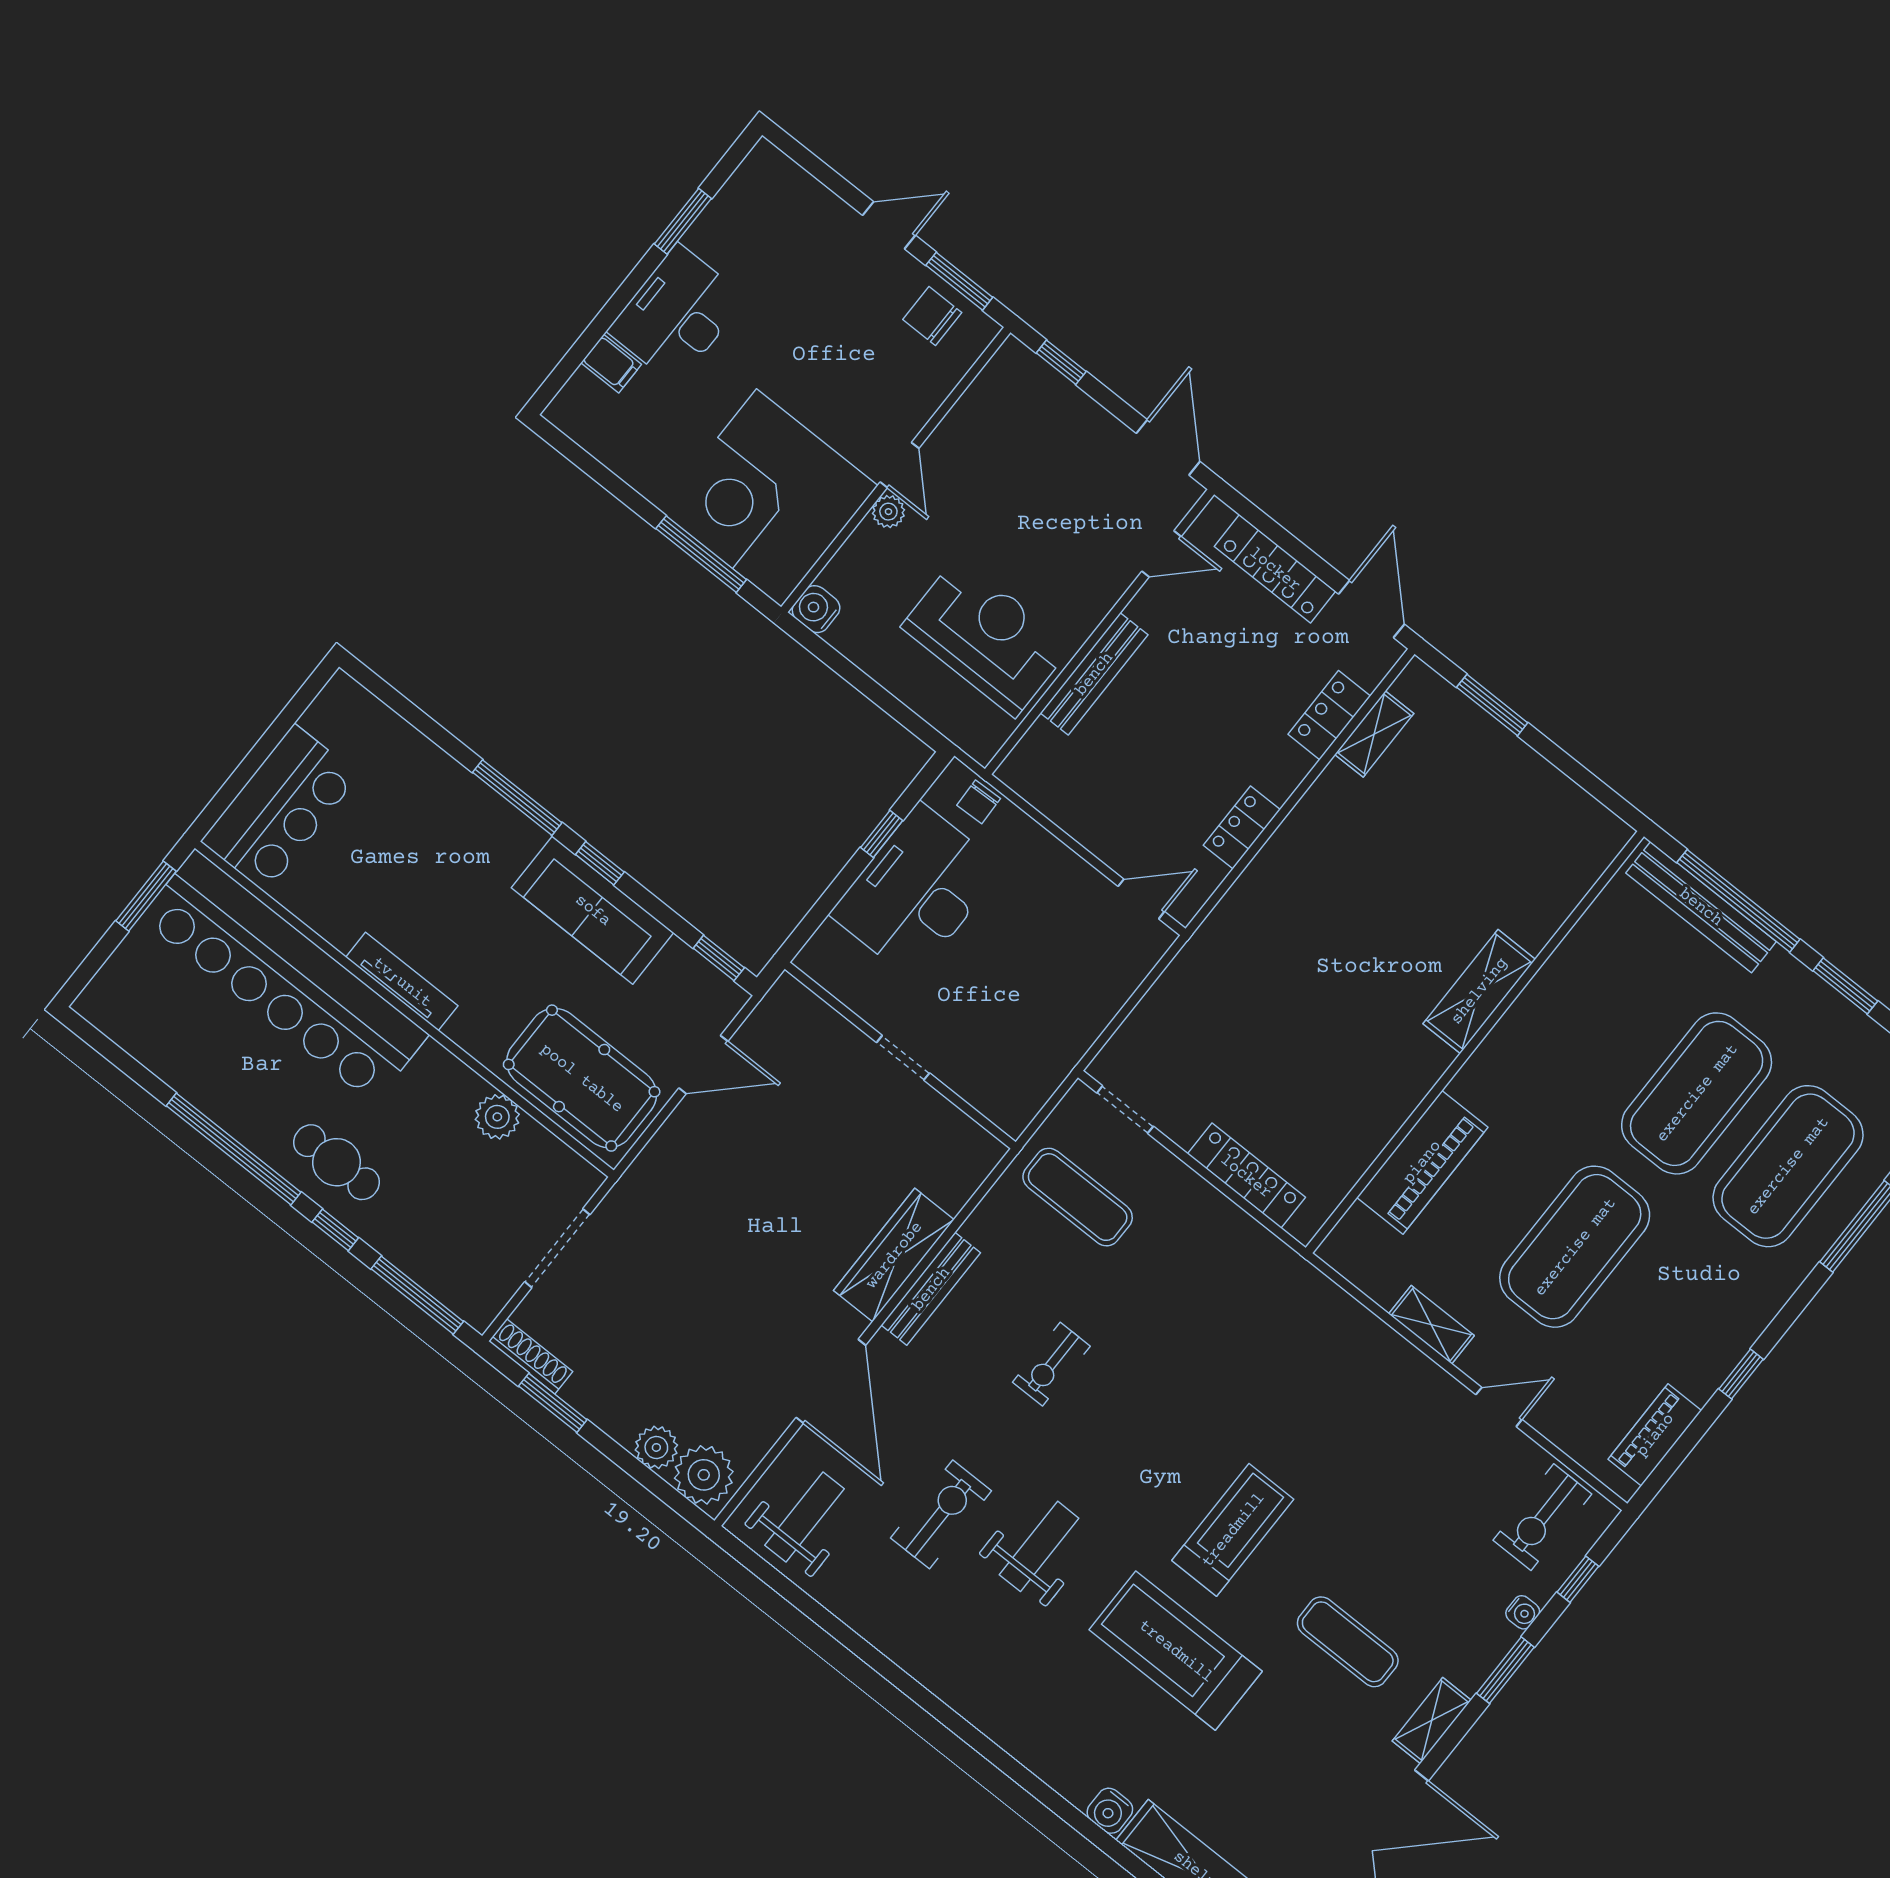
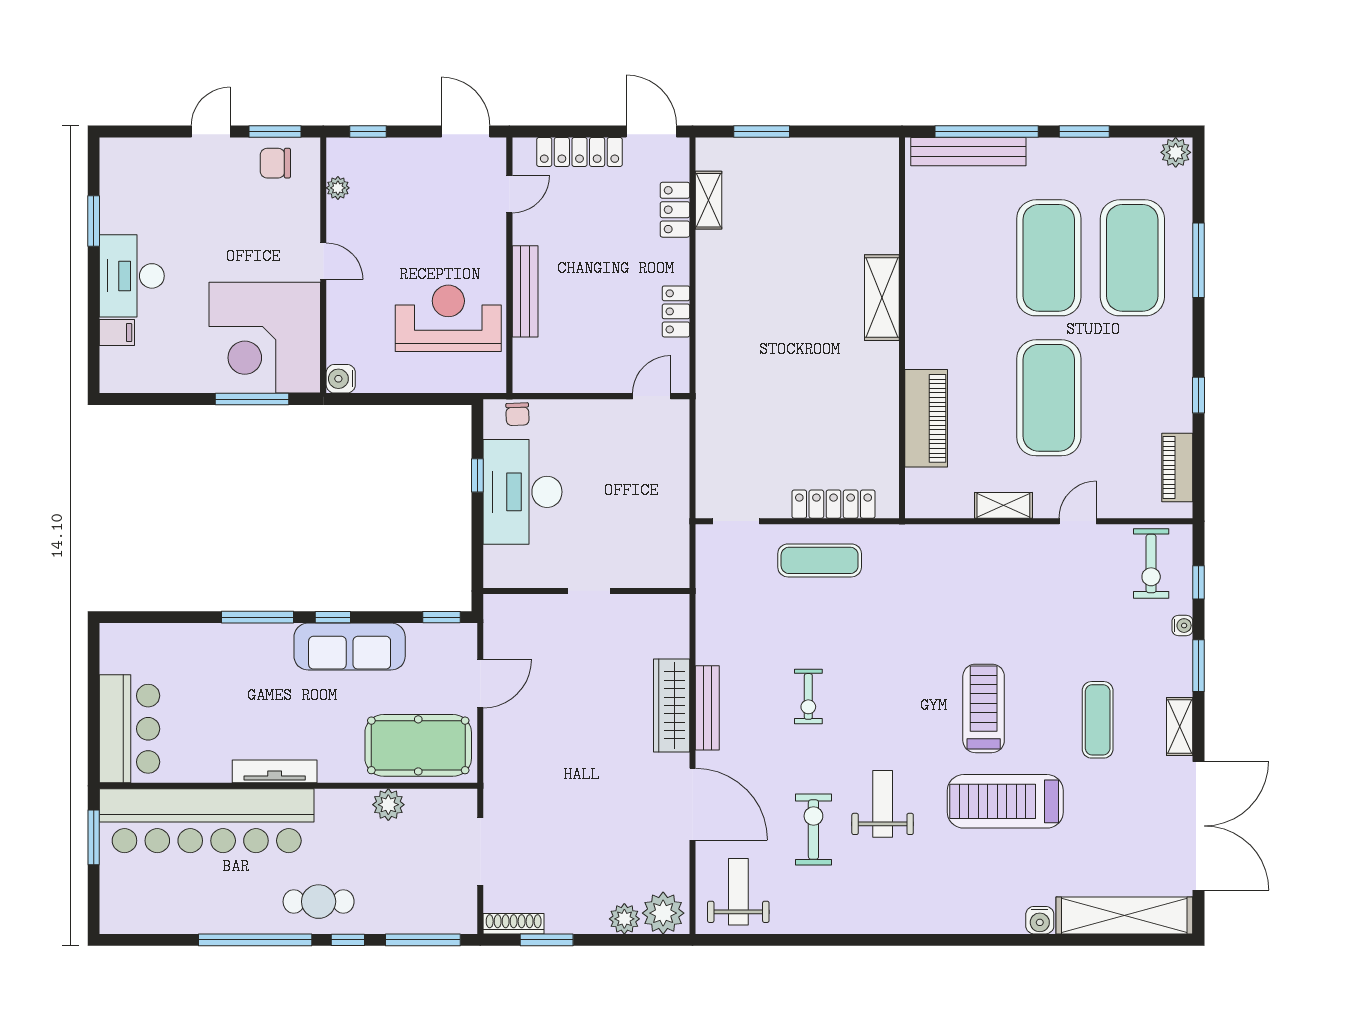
plant: (888, 512) -> (338, 188), moved
exercise mat: (1078, 1197) -> (820, 560), moved
exercise mat: (1348, 1642) -> (1098, 720), turned 90

